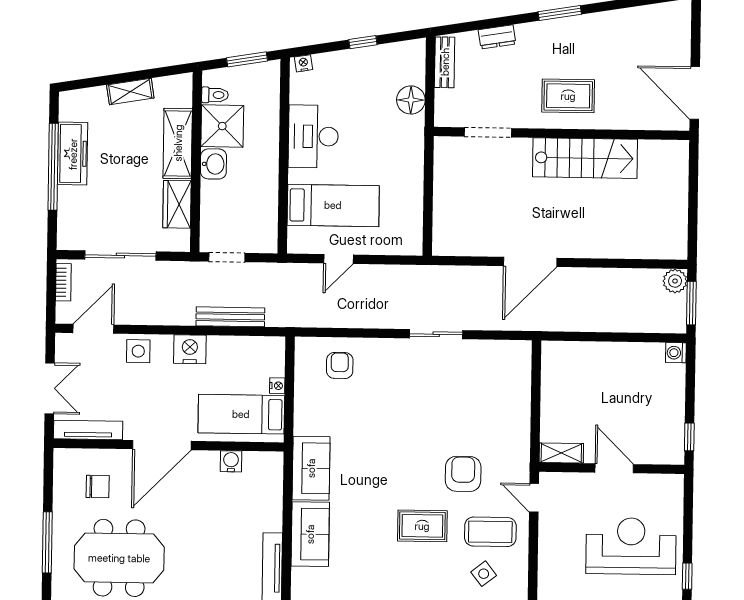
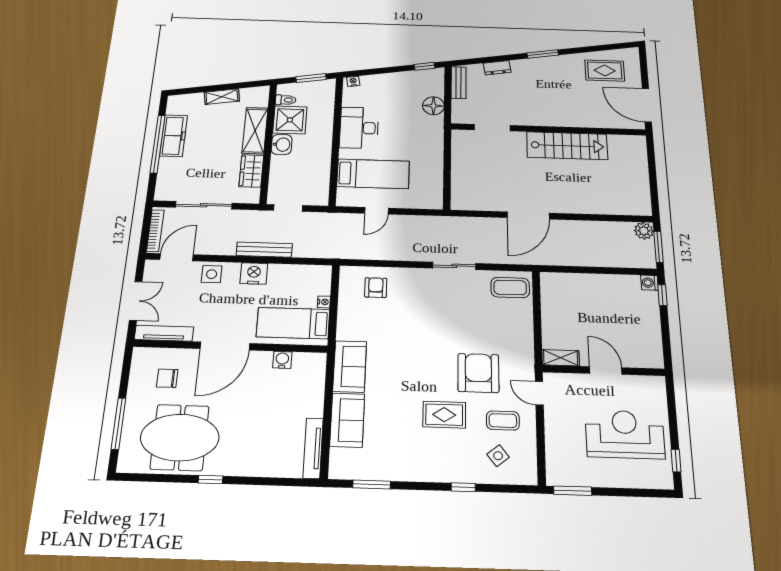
window: (363, 42) -> (425, 66), moved
rug: (568, 96) -> (605, 71), moved
bookcase: (63, 282) -> (155, 231), width x1.56
bench: (230, 317) -> (264, 250), moved
coffee table: (504, 362) -> (510, 287), added
window: (689, 437) -> (662, 295), moved
armchair: (463, 474) -> (478, 373), width x1.36, depth x1.36
chair: (98, 487) -> (167, 378), turned 180
coffee table: (490, 532) -> (503, 421), width x0.73, depth x0.77

